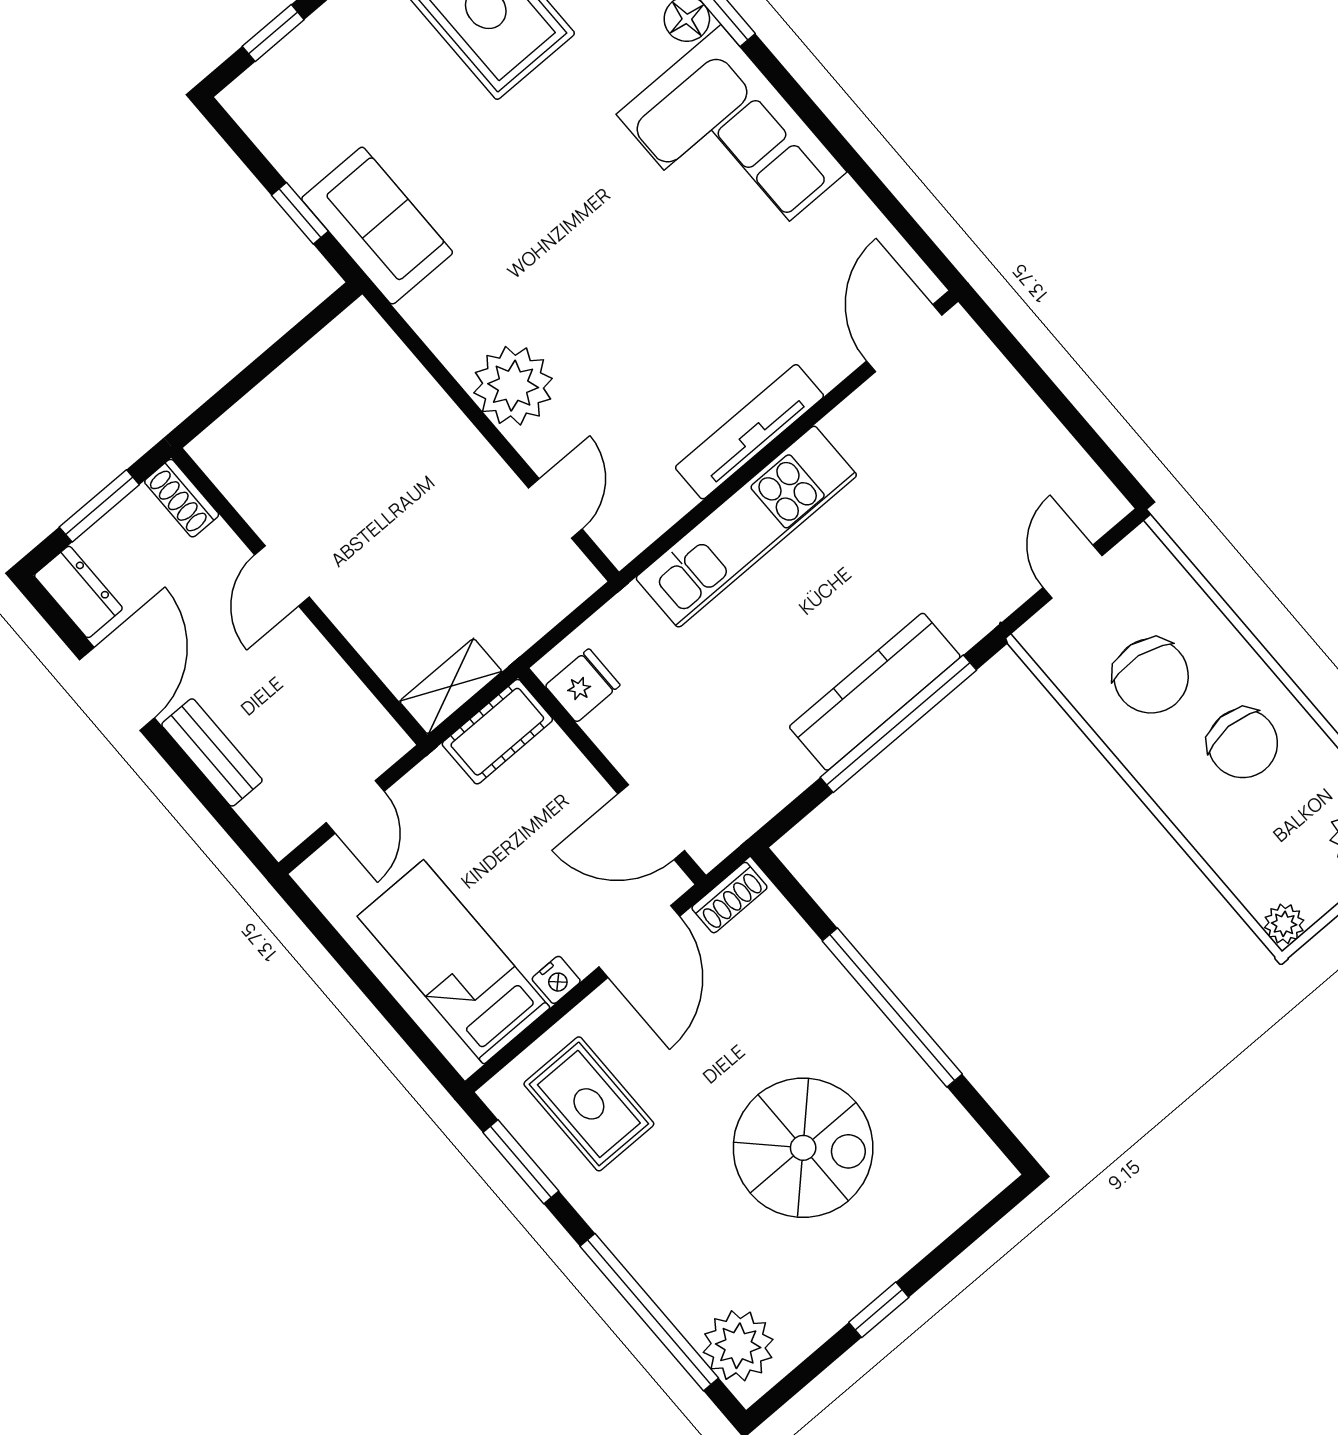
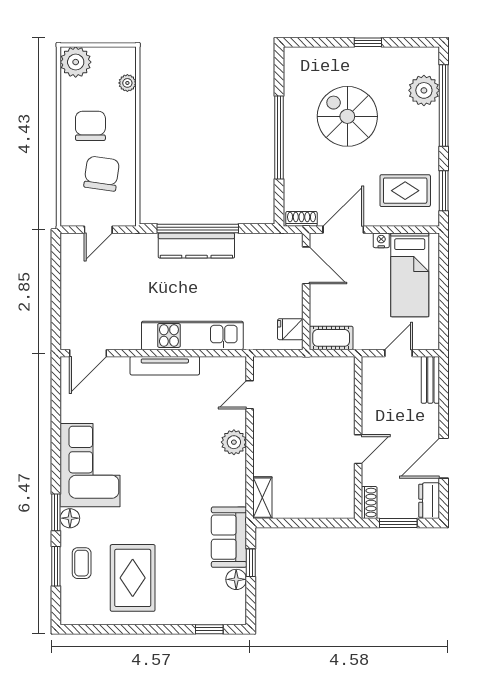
floor lamp: (301, 162) -> (236, 579), added
plant: (513, 386) -> (234, 442), width x0.73, depth x0.73
shelving: (451, 686) -> (262, 498), moved, turned 90
bench: (212, 752) -> (430, 380), moved
plant: (1284, 924) -> (127, 83), moved
rug: (589, 1104) -> (405, 191), turned 90
plant: (738, 1346) -> (424, 90), moved

